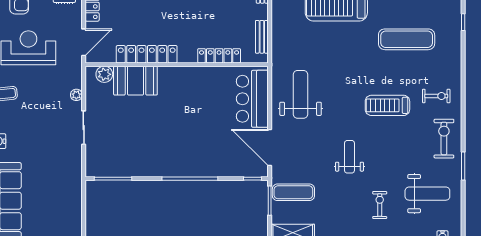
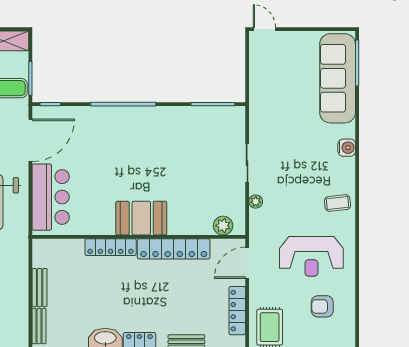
bench: (262, 37) -> (40, 288), moved
locker: (219, 56) -> (111, 247), moved
booth: (135, 81) -> (141, 218), moved
door: (270, 147) -> (30, 140), hinge flipped

